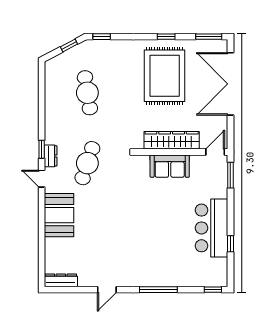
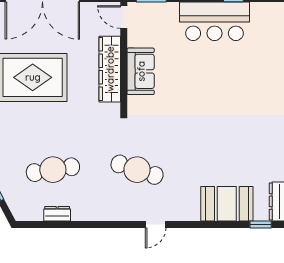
window: (42, 149) -> (261, 224), moved
dresser: (51, 156) -> (57, 214), moved
booth: (59, 215) -> (227, 204), moved

